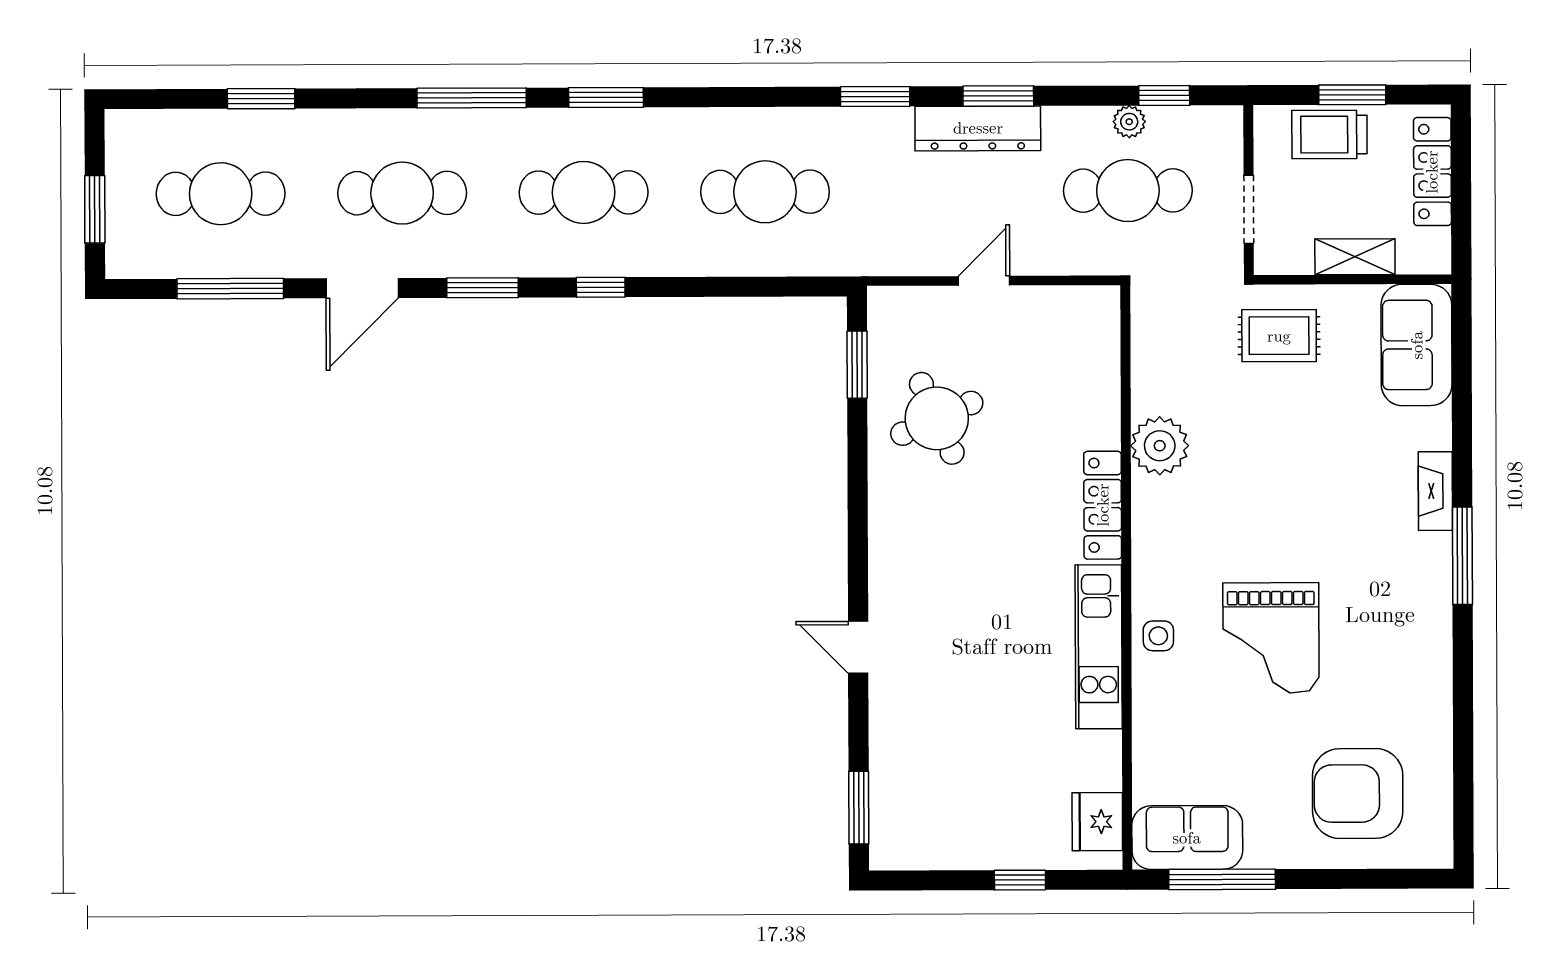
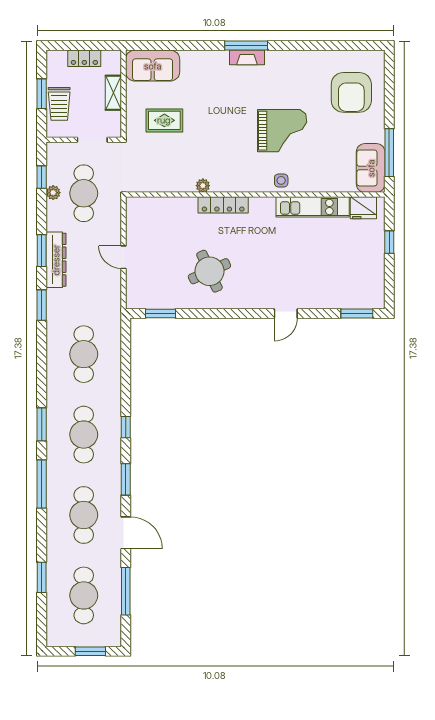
locker: (1432, 172) -> (84, 58), width x0.66
rug: (1279, 336) -> (164, 120), moved, turned 90
round table: (937, 418) -> (209, 271), moved
plant: (1160, 446) -> (203, 186), width x0.53, depth x0.53
fireplace: (1435, 491) -> (247, 57), moved
kitchen unit: (1099, 647) -> (313, 207), moved

